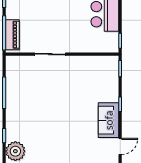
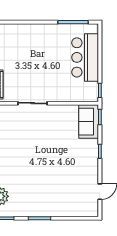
sofa: (109, 120) -> (89, 122), moved

